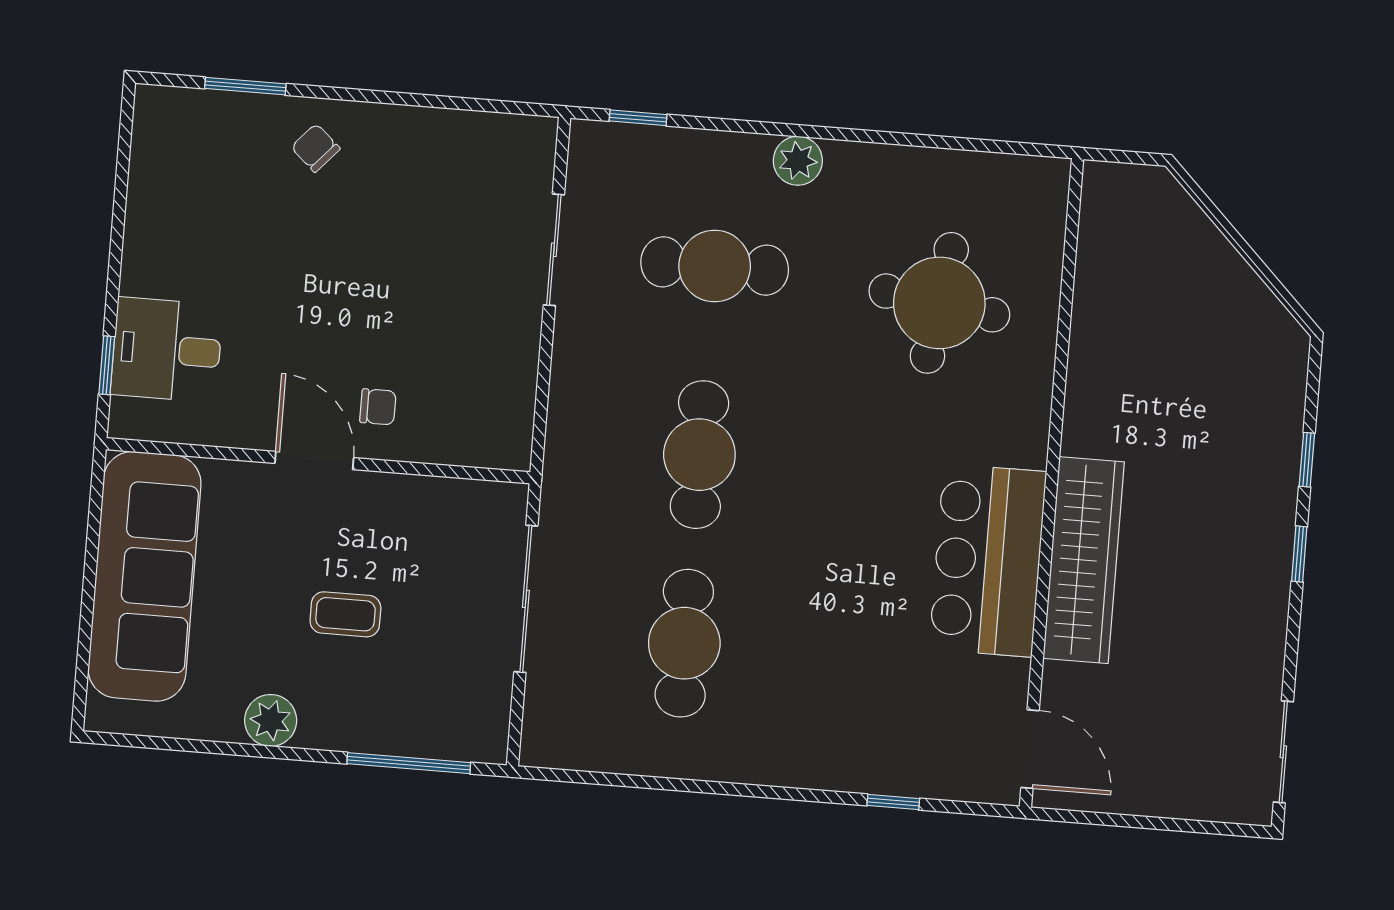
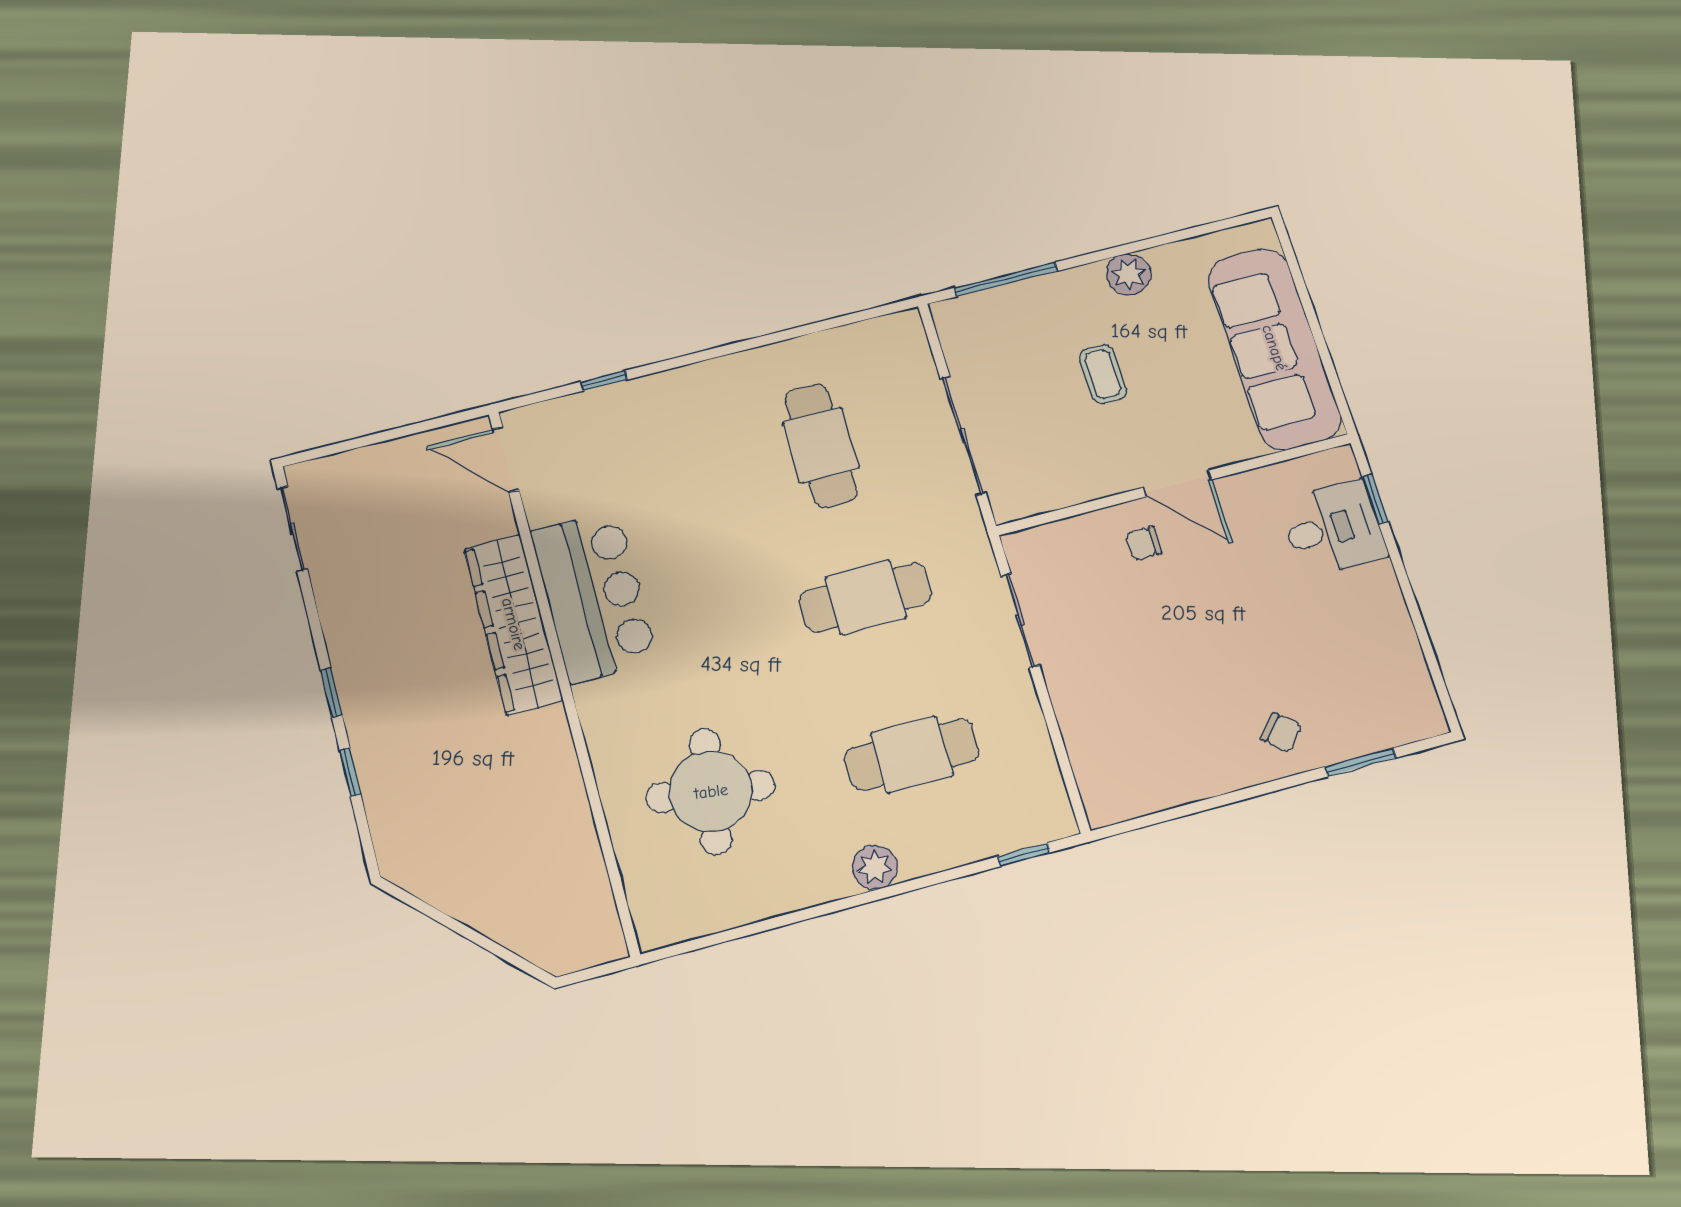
sliding door: (554, 250) -> (1020, 620), moved
cafe table: (699, 455) -> (866, 597), turned 90
coffee table: (345, 614) -> (1103, 374), turned 90

